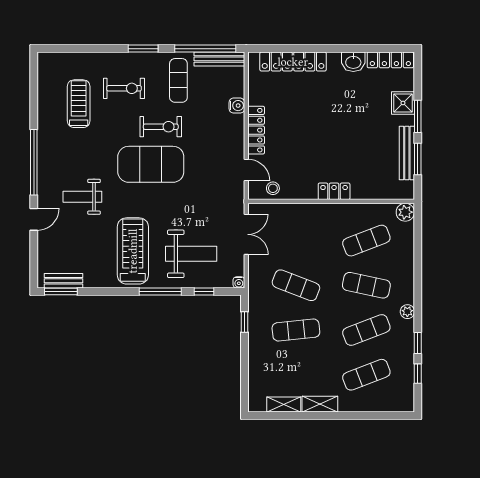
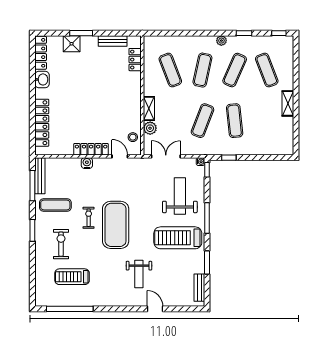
window: (205, 49) -> (32, 186), width x0.68
water cooler: (237, 106) -> (87, 163), moved
exercise bike: (161, 127) -> (89, 218), width x0.73, depth x0.72
bench: (407, 153) -> (113, 41), width x0.73
window: (418, 159) -> (112, 33), removed
window: (34, 162) -> (70, 309), moved
door: (246, 170) -> (120, 156), hinge flipped
locker: (334, 191) -> (135, 60), moved
plant: (405, 212) -> (150, 128), moved
window: (61, 291) -> (207, 262), moved
window: (204, 291) -> (207, 170), moved
exercise mat: (366, 330) -> (235, 70), turned 45
window: (418, 374) -> (279, 33), moved
shelving: (284, 404) -> (149, 109), moved

